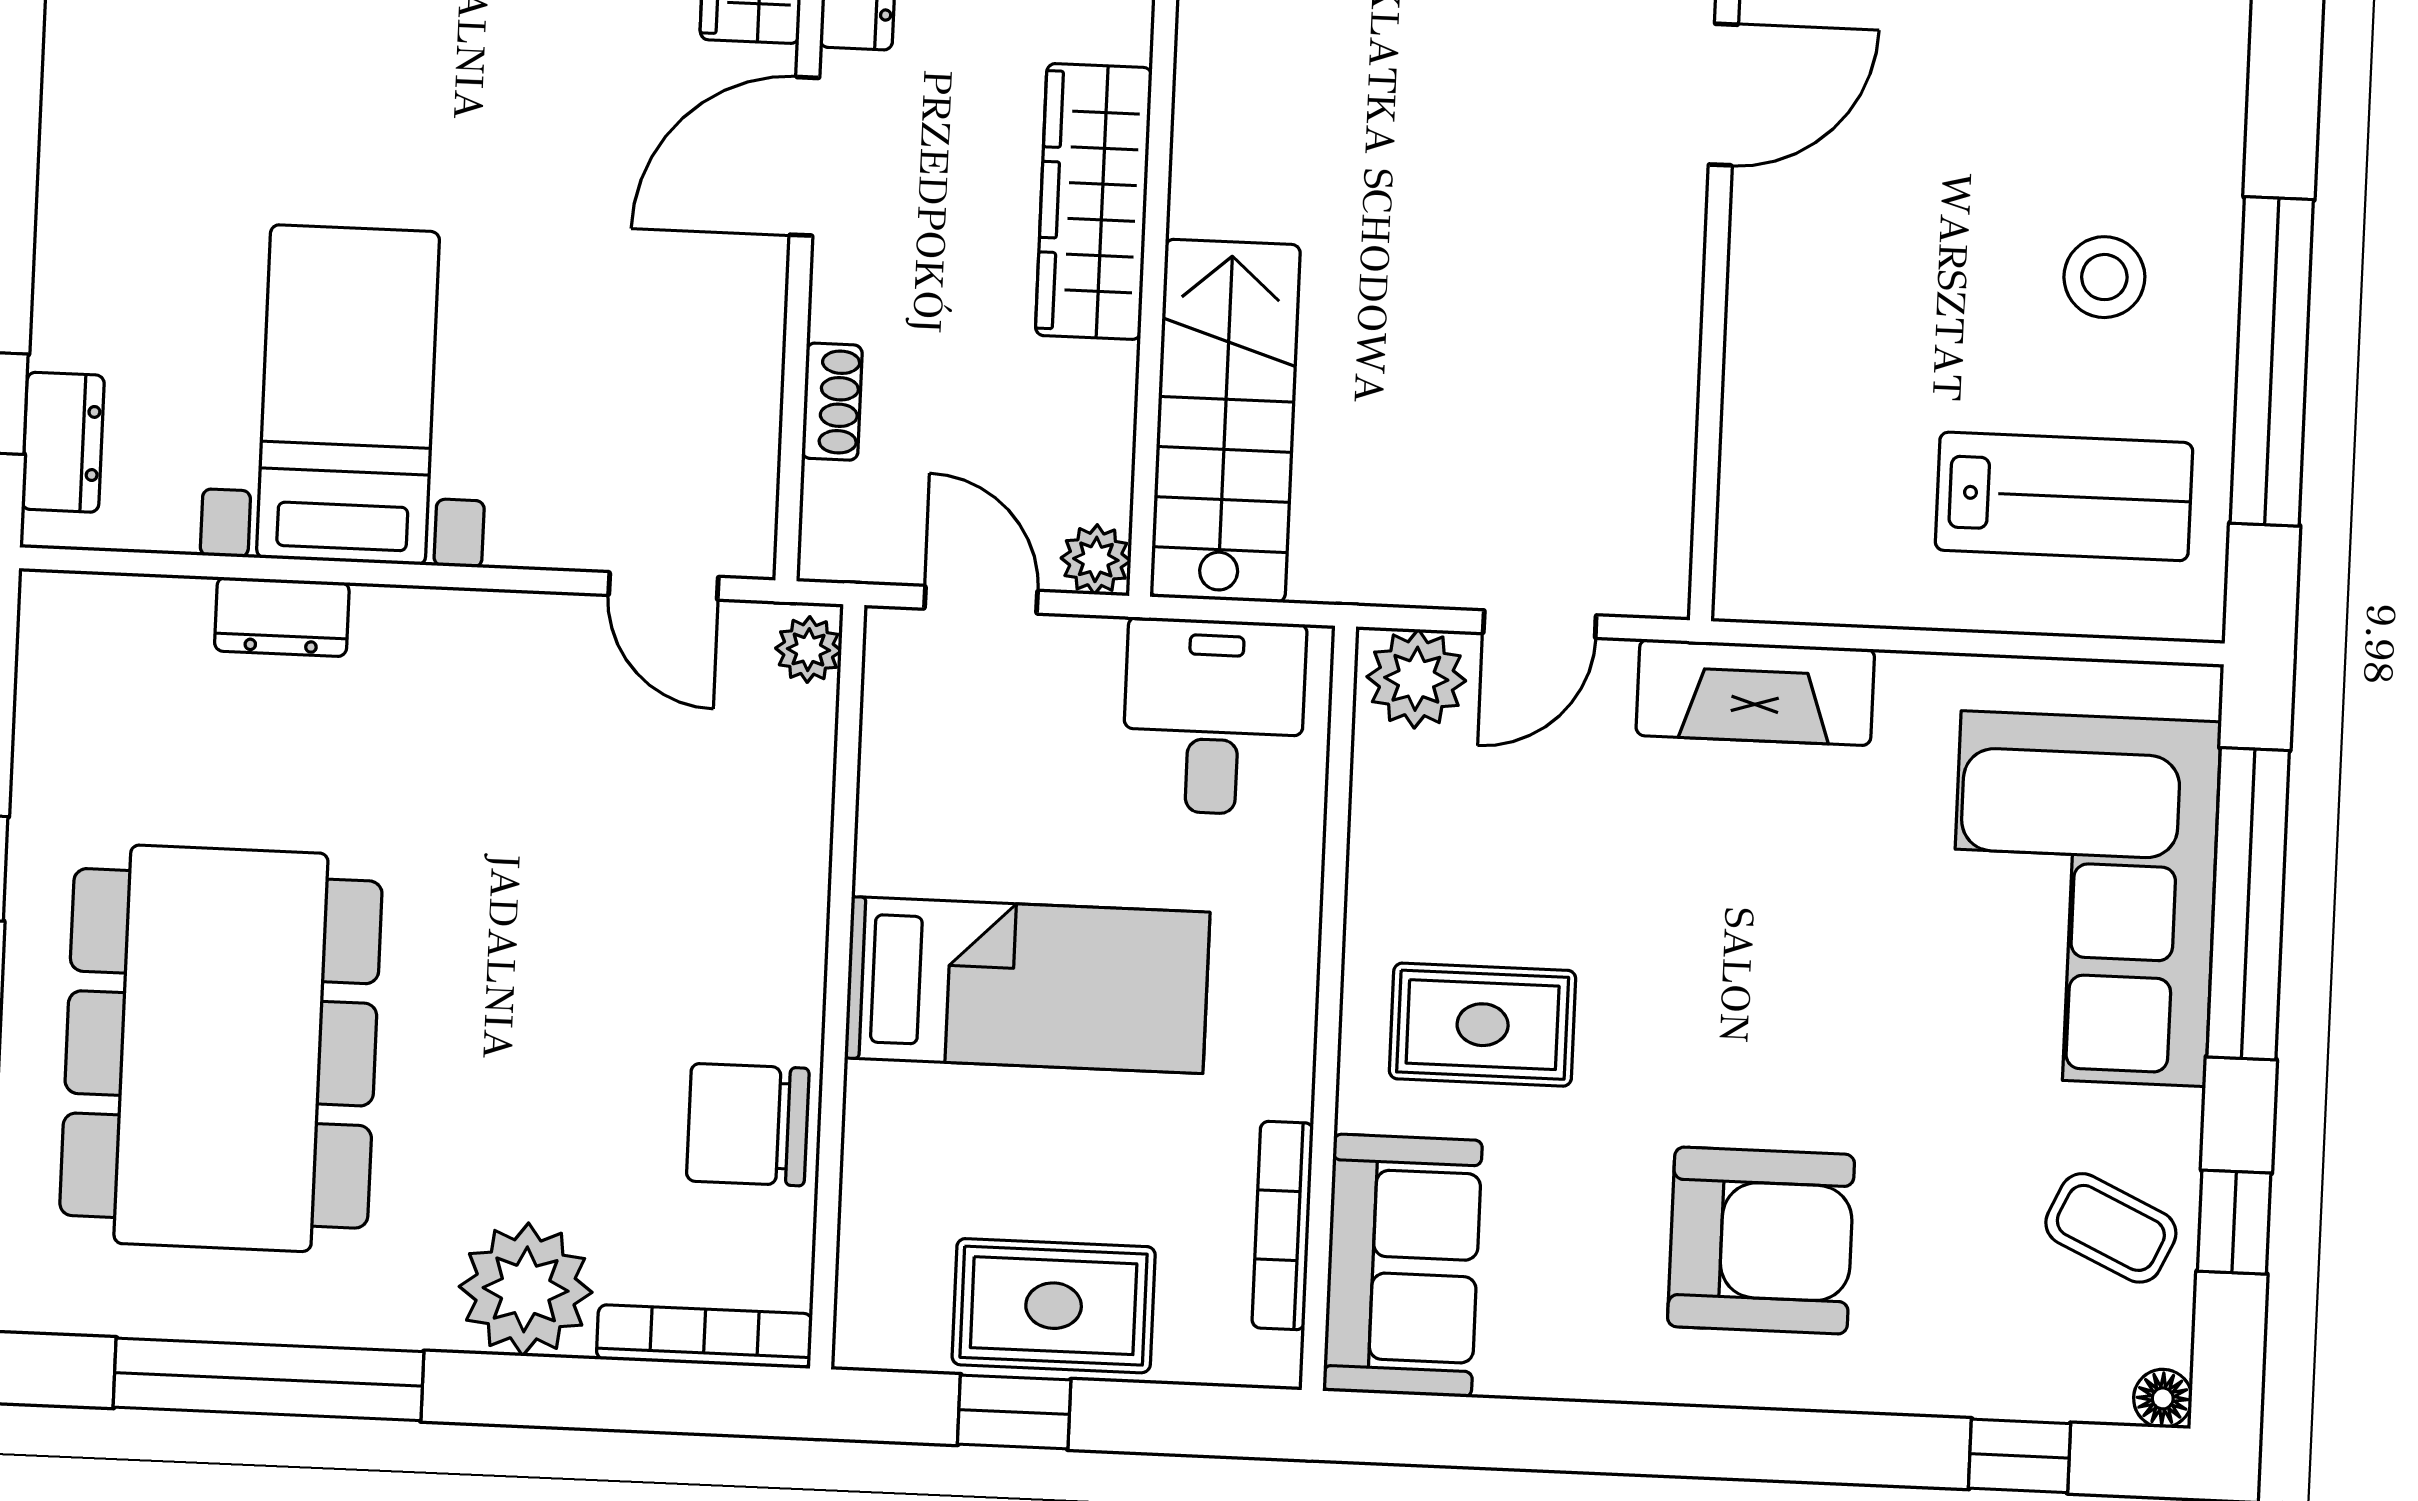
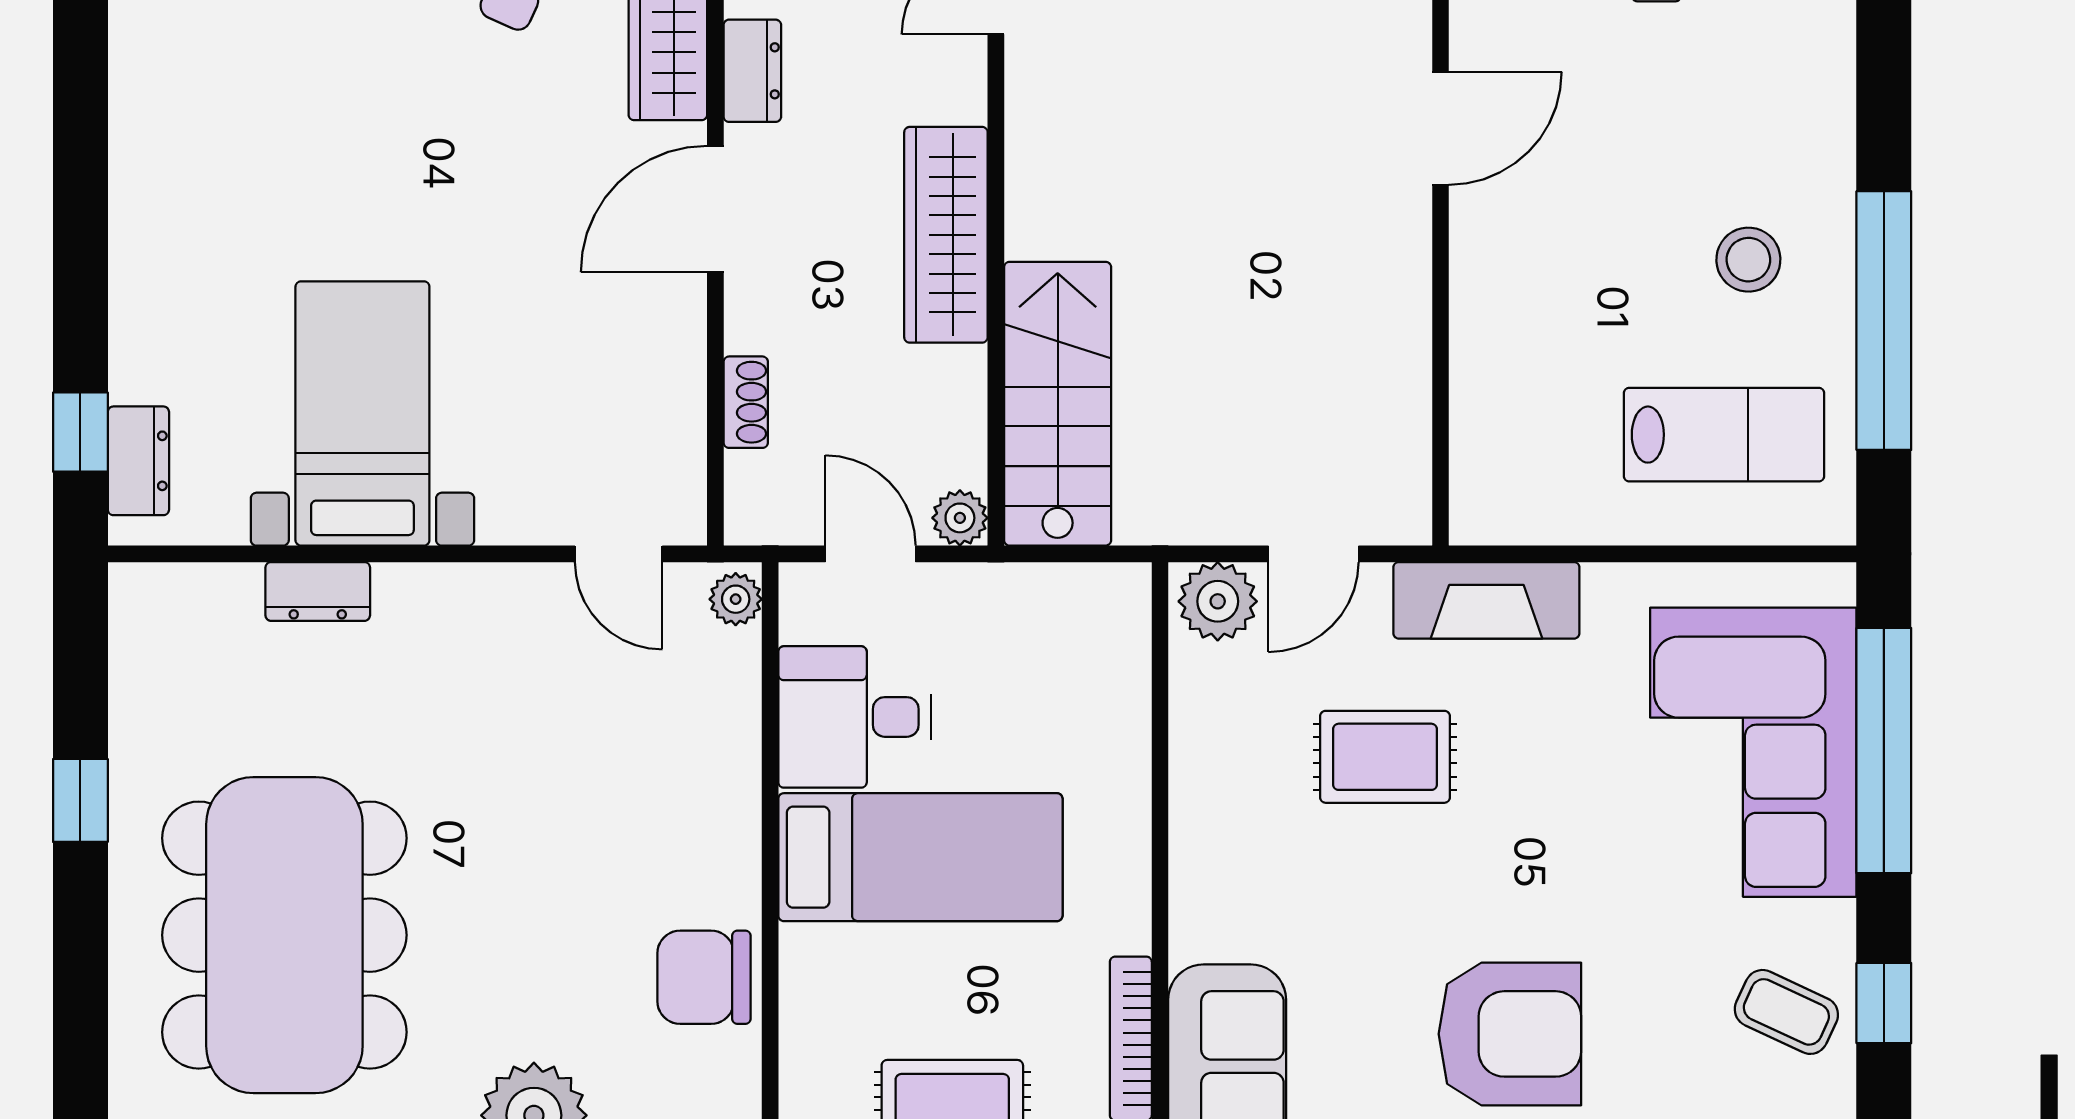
desk: (1214, 717) -> (855, 717), moved, turned -90
rug: (1483, 1025) -> (1385, 757), moved

